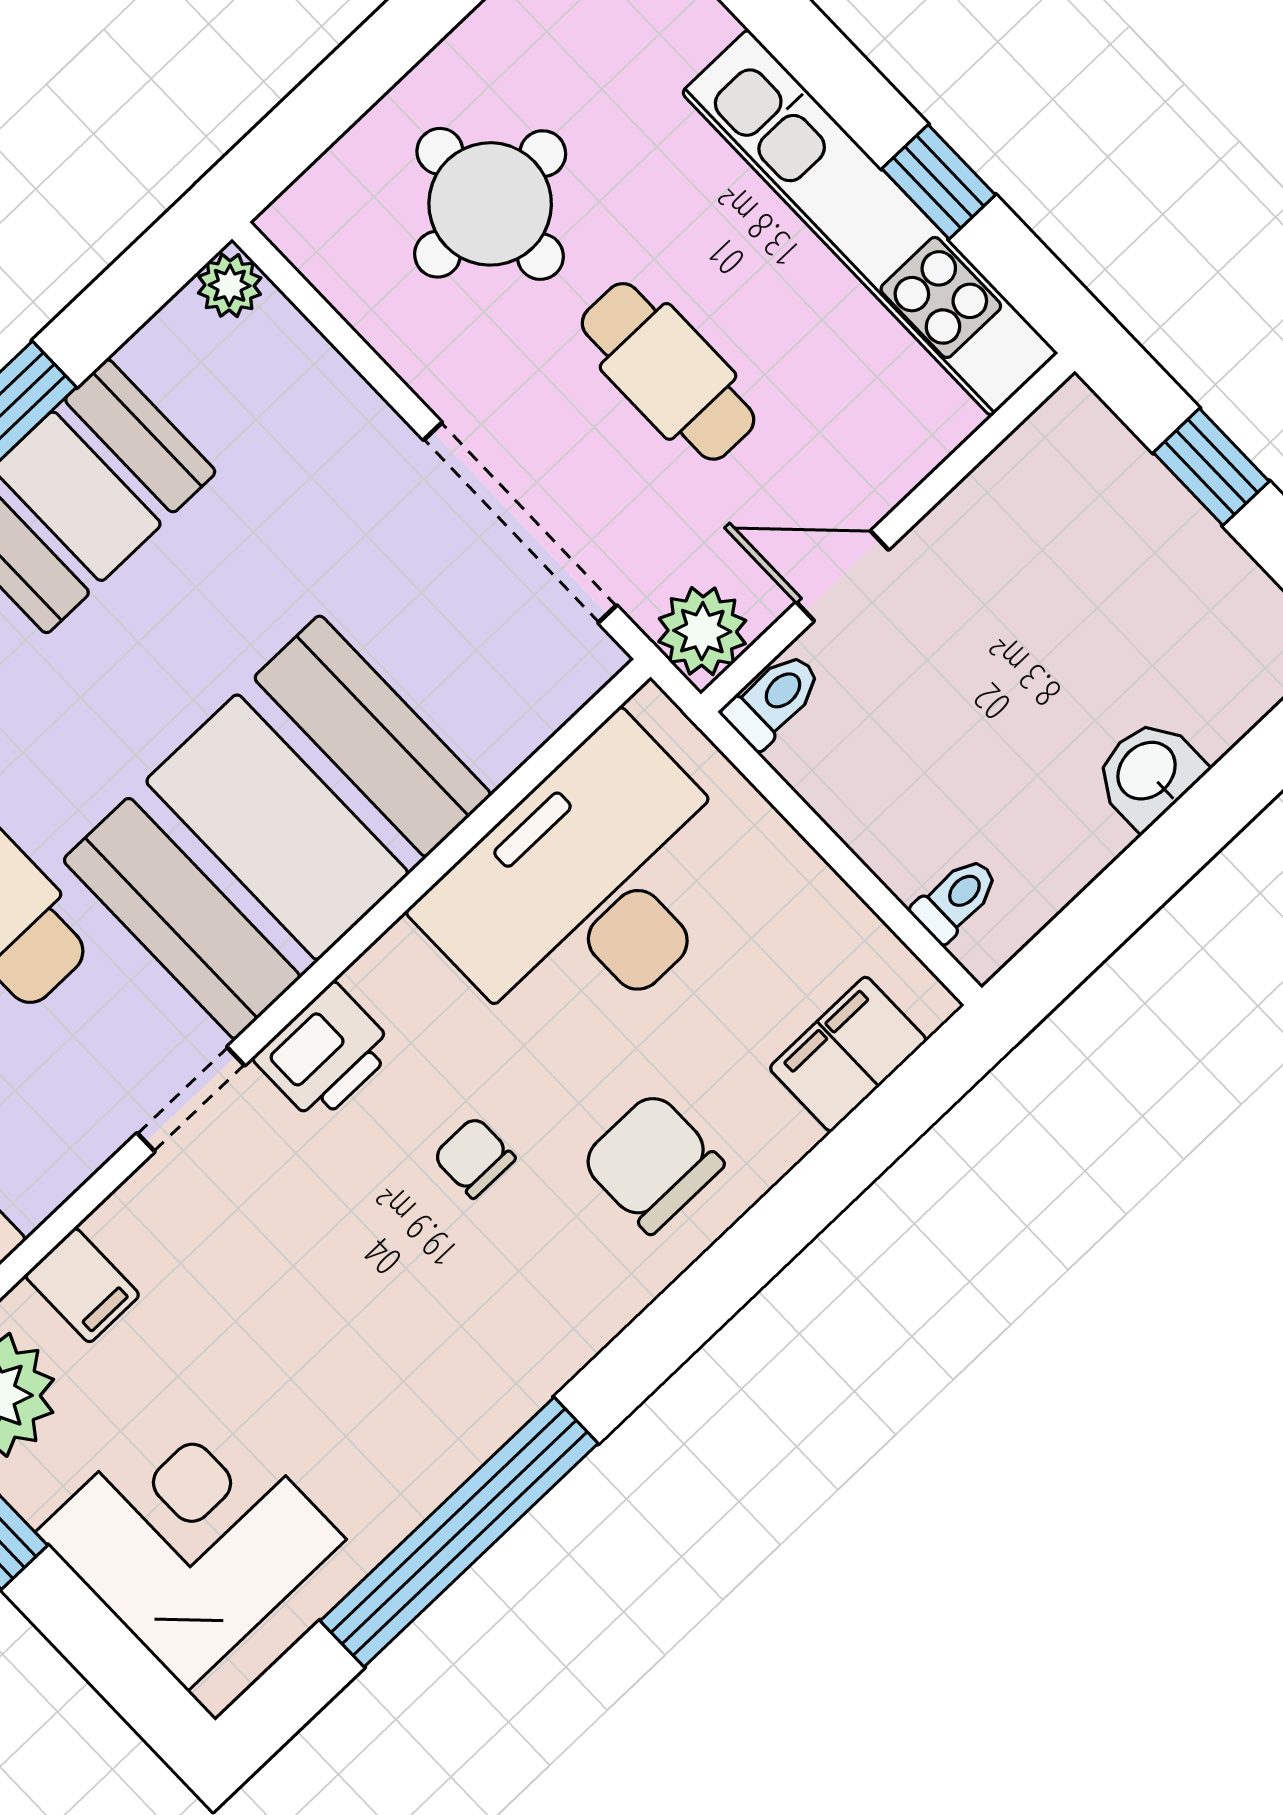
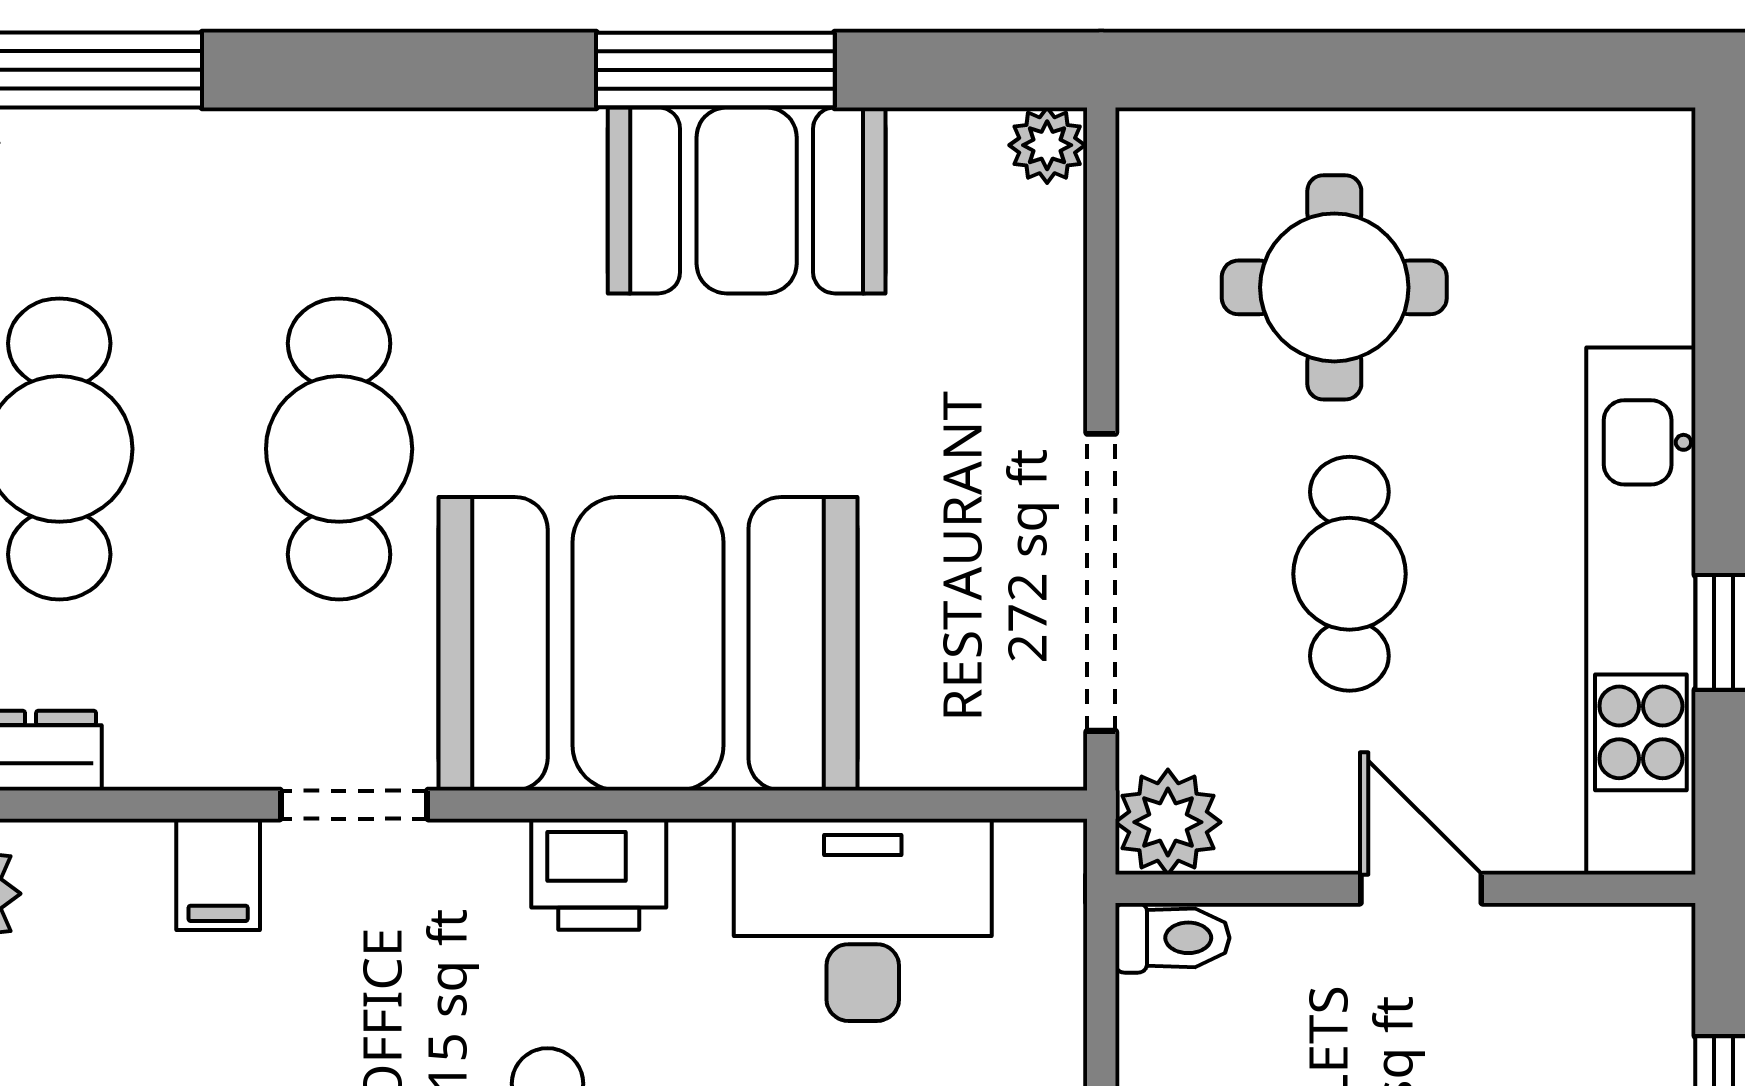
door: (842, 576) -> (1421, 889), moved
desk: (590, 890) -> (863, 920), width x0.73, depth x0.77
printer: (325, 1053) -> (599, 874), moved
filing cabinet: (82, 1285) -> (218, 874), moved

